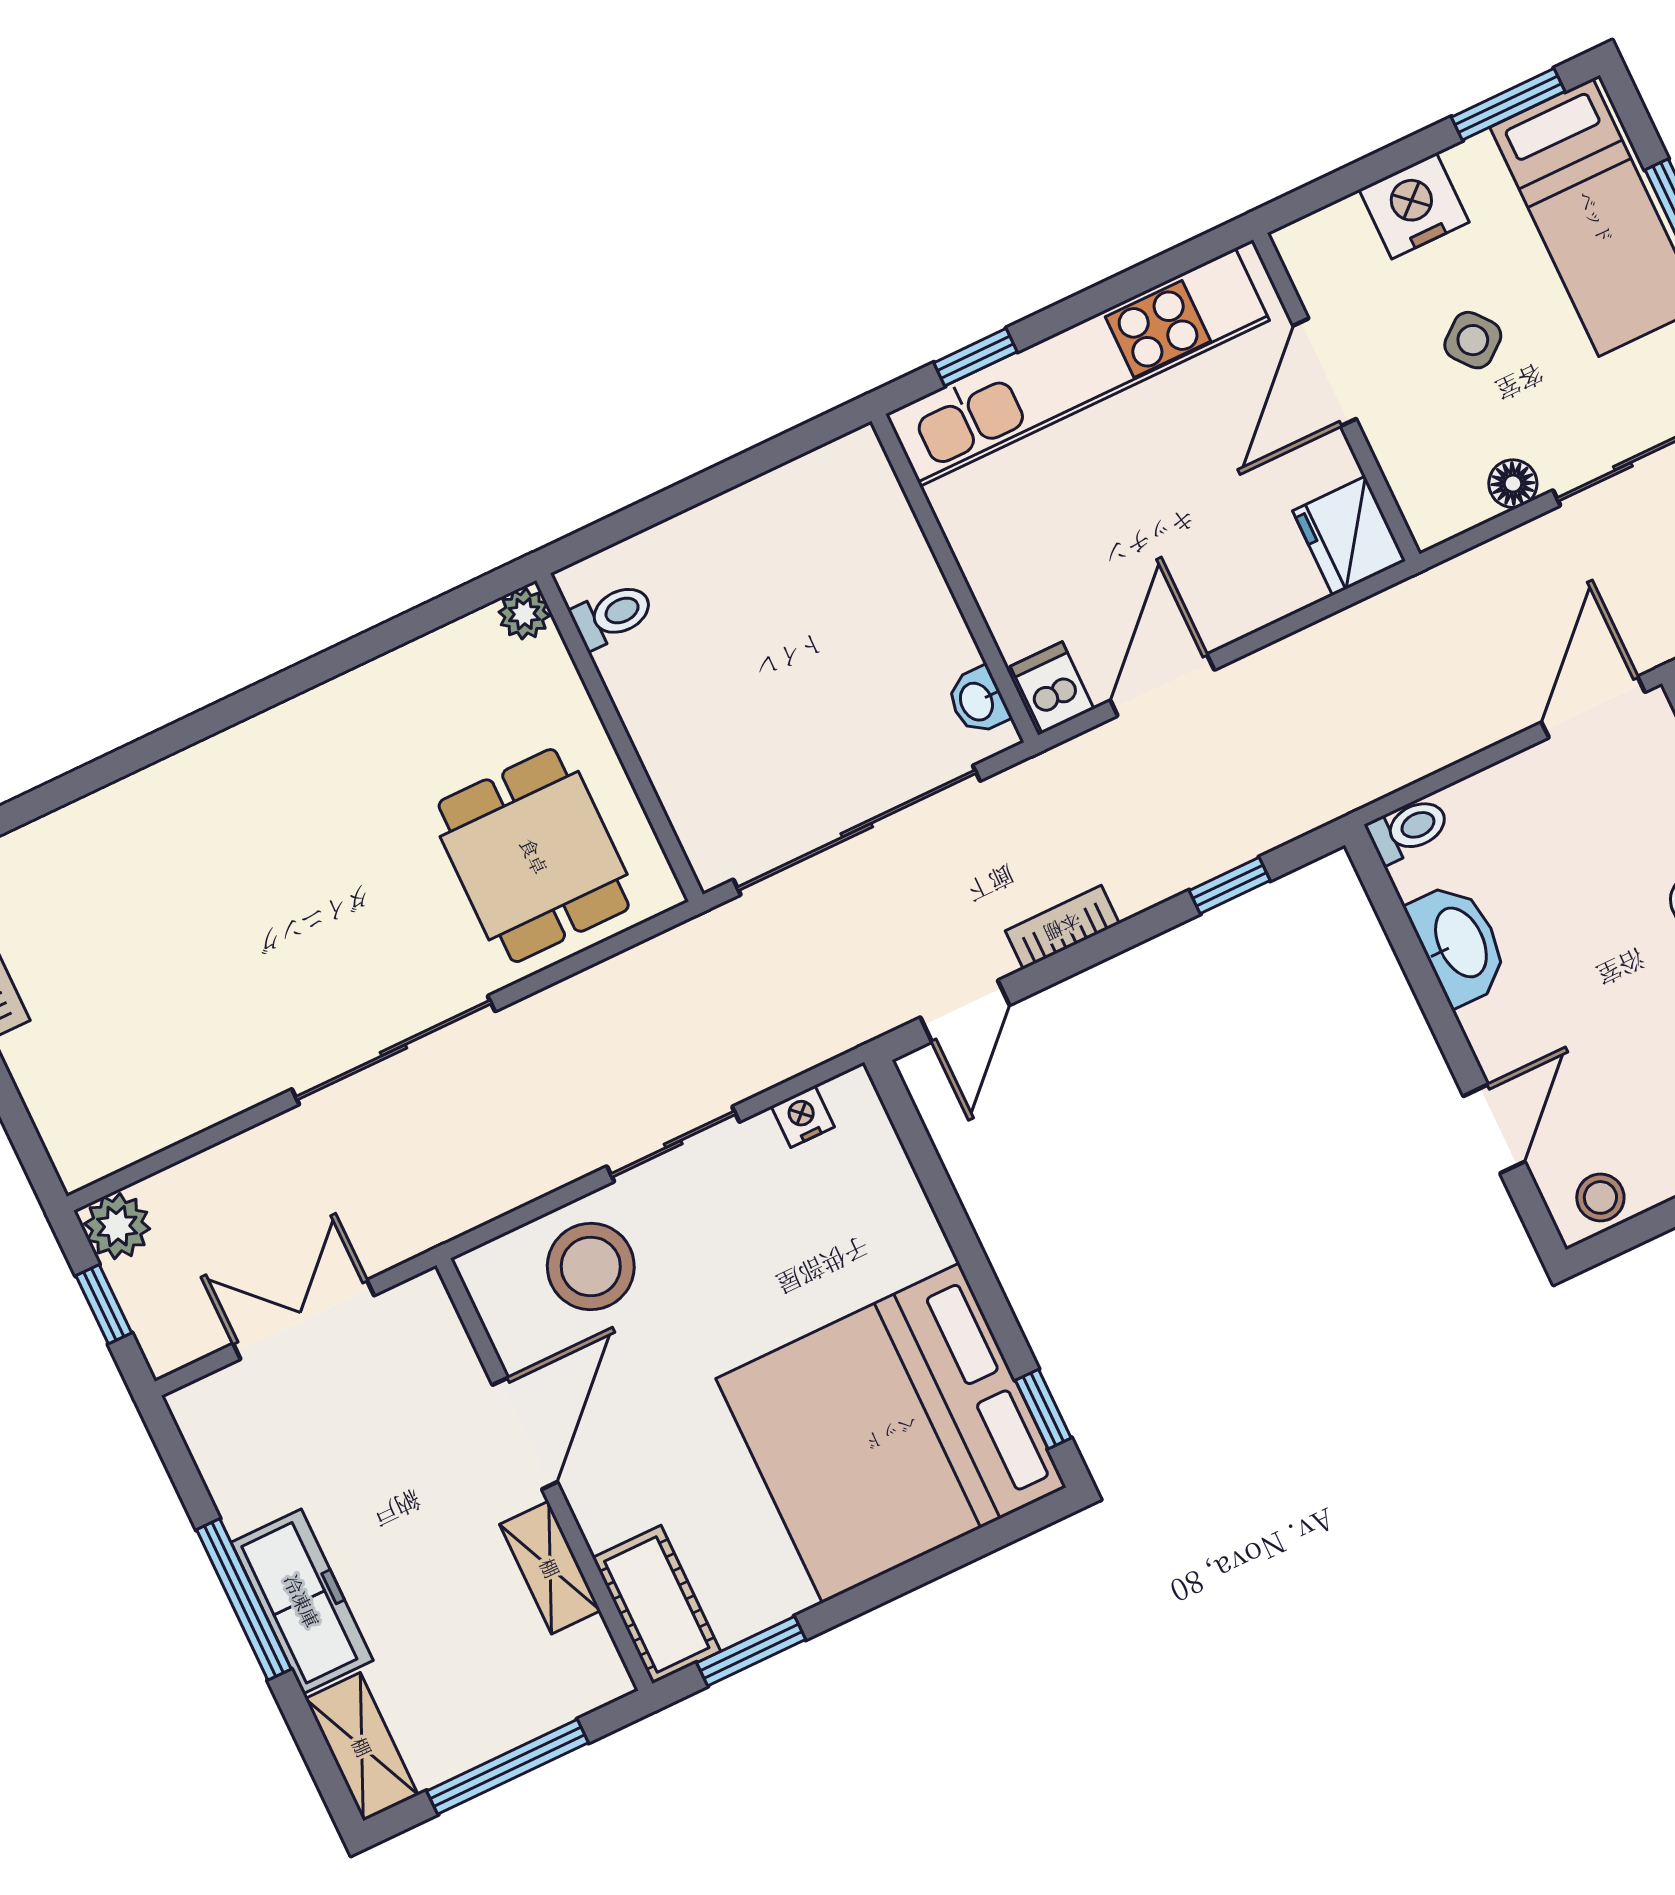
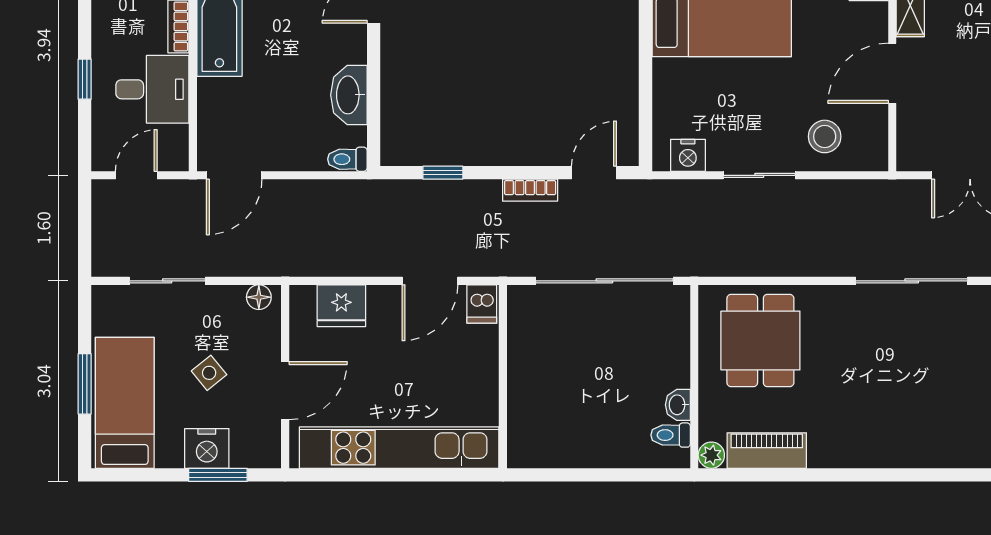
window: (1508, 104) -> (218, 475), moved
window: (975, 357) -> (444, 475), removed
floor lamp: (1513, 484) -> (259, 297), moved
fridge: (1349, 536) -> (341, 306), moved, turned 90
piano: (431, 668) -> (767, 451), added
washbasin: (978, 701) -> (678, 405), moved, turned 180
sliding door: (393, 1050) -> (912, 281), moved
nightstand: (803, 1116) -> (688, 155), width x1.39, depth x1.35
stool: (591, 1267) -> (825, 136), width x0.73, depth x0.73

